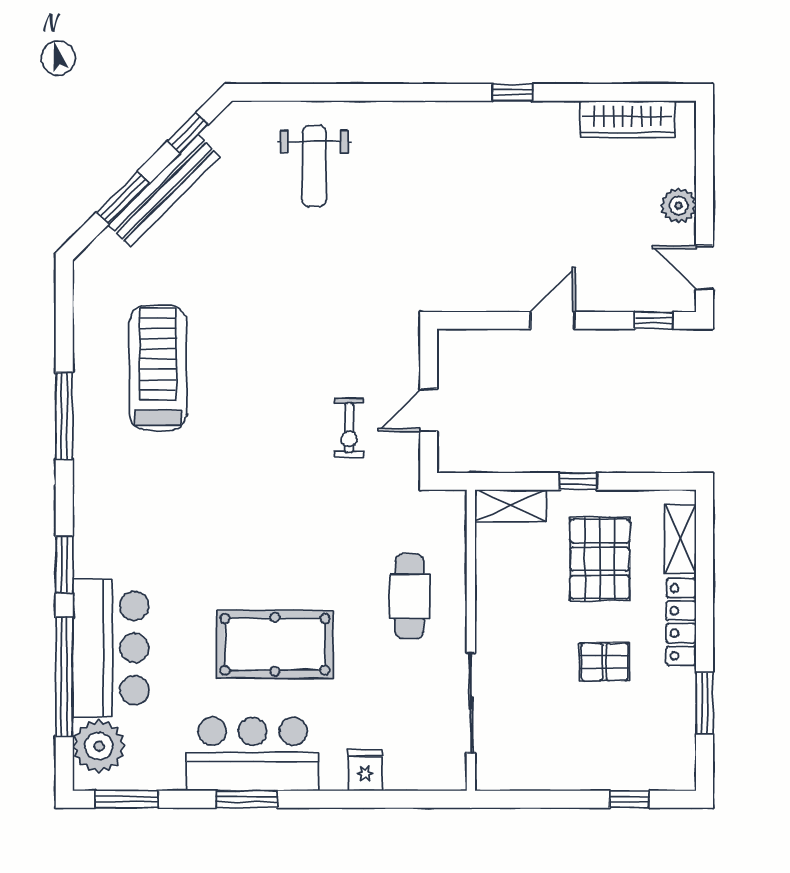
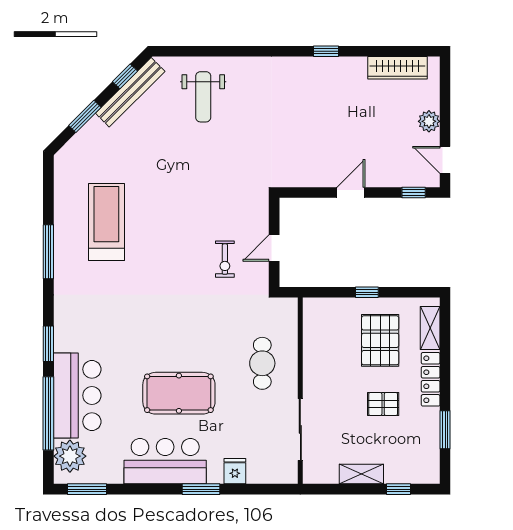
bench: (164, 191) -> (130, 92), moved
shelving: (510, 506) -> (361, 474), moved
window: (247, 799) -> (201, 489), moved

